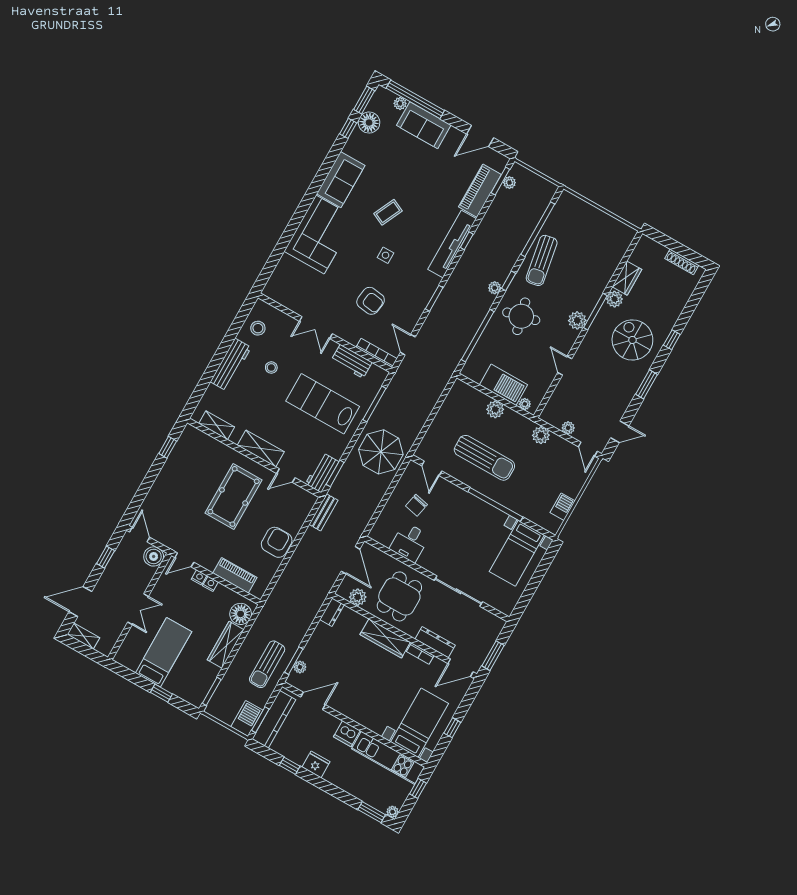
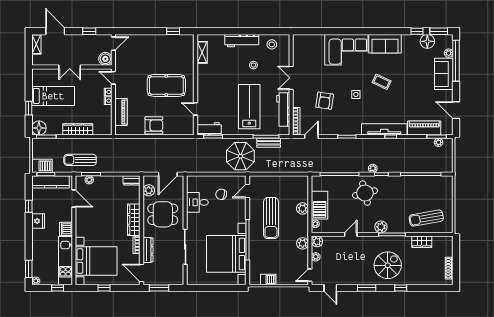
sun lounger: (542, 260) -> (426, 218), moved
plant: (614, 299) -> (317, 241), moved
workbench: (352, 361) -> (283, 110), width x1.38
shelving: (261, 449) -> (203, 85), removed
bench: (323, 512) -> (269, 143), moved
bed with nightstands: (517, 553) -> (226, 254), width x1.85
floor lamp: (241, 614) -> (39, 128), moved
bed with nightstands: (419, 723) -> (96, 261), width x1.36

